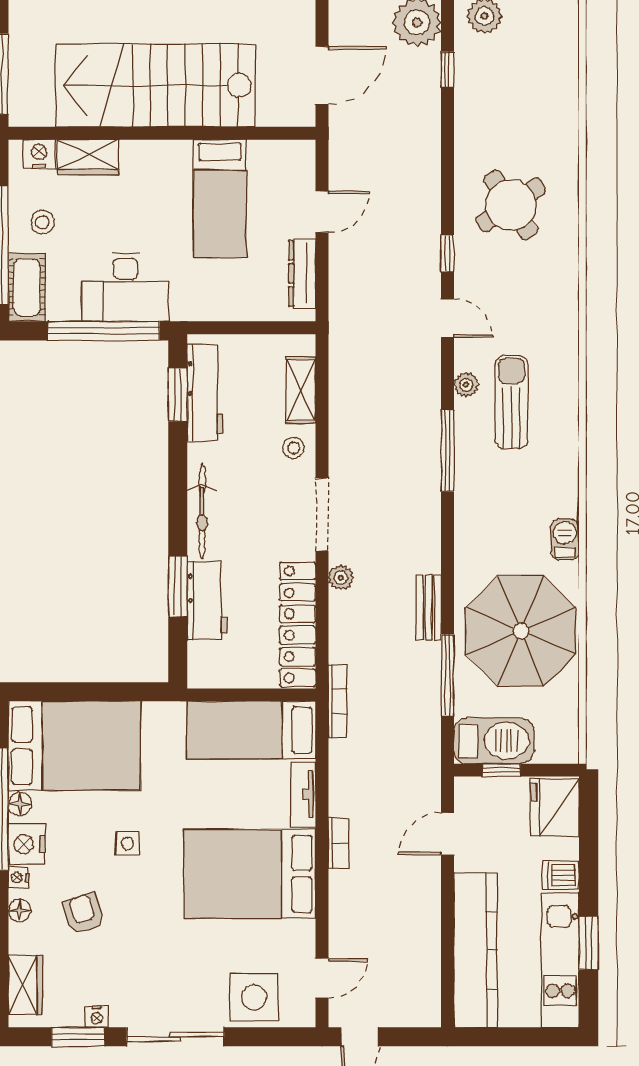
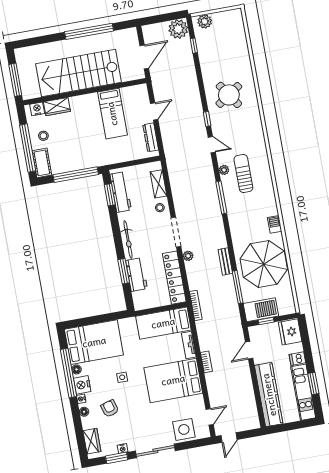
desk: (126, 287) -> (81, 156), removed

